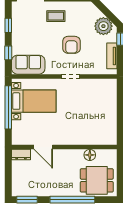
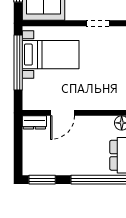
door: (43, 147) -> (63, 113), hinge flipped

